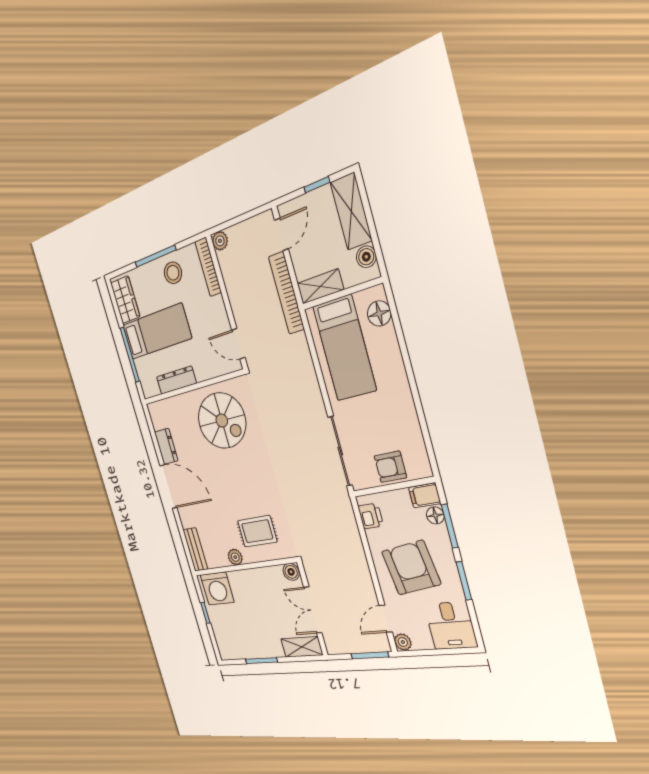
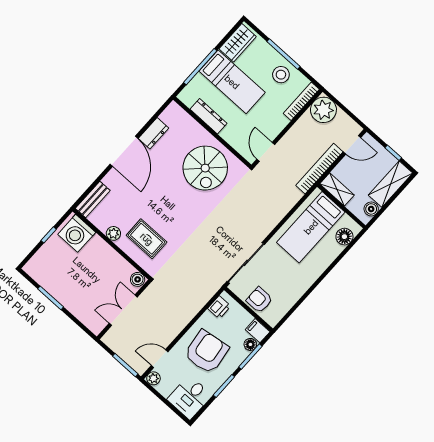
plant: (220, 241) -> (323, 110), width x1.87, depth x1.87
shelving: (302, 647) -> (89, 319), removed

